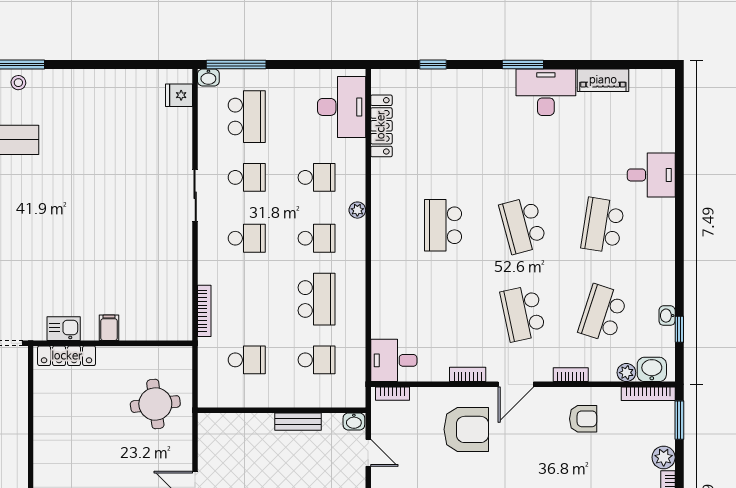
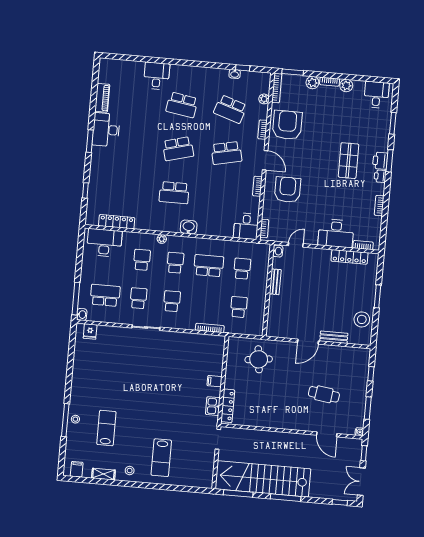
washbasin: (652, 369) -> (189, 227), moved, turned 90
armchair: (583, 419) -> (287, 125), width x1.88, depth x1.88

